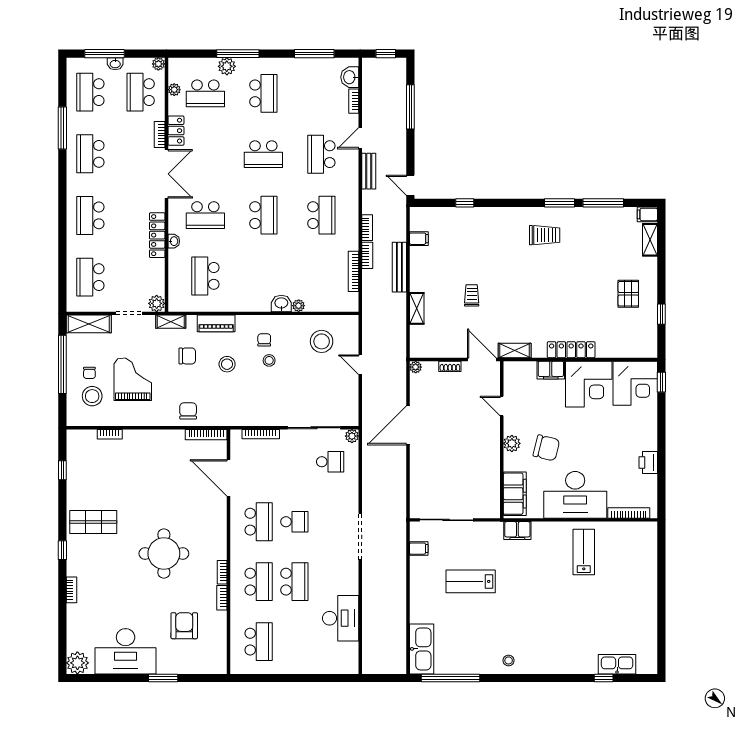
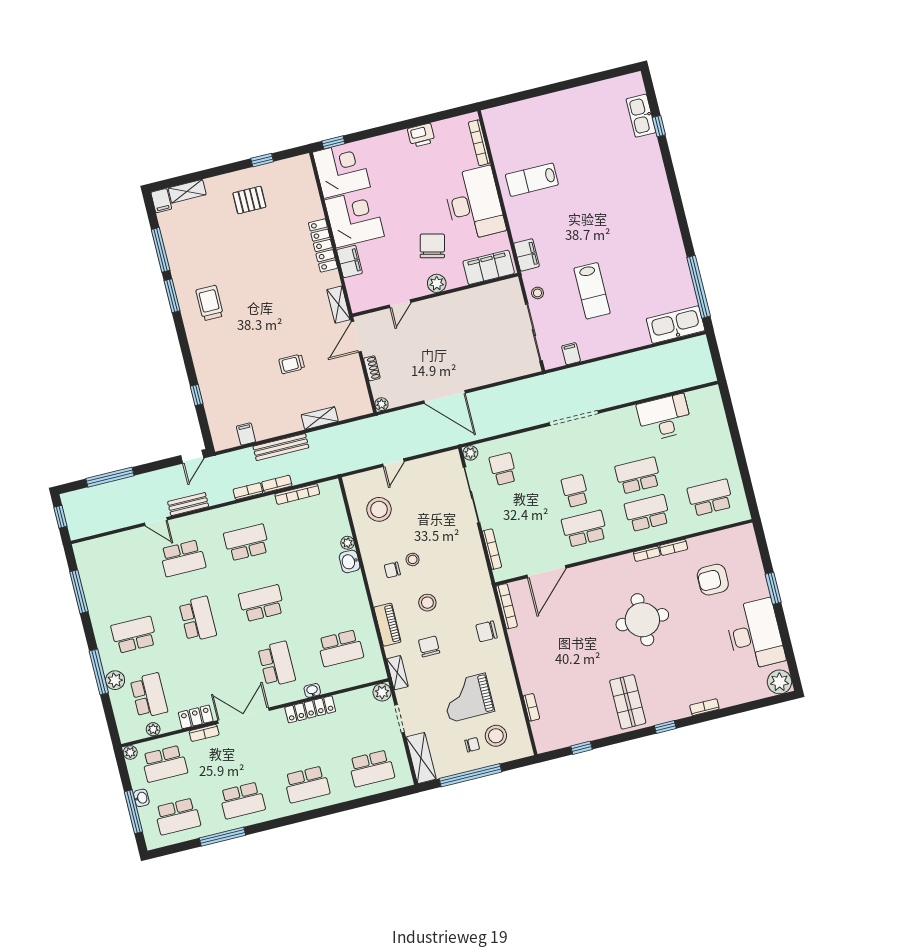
washbasin: (350, 77) -> (95, 548), removed
bookcase: (354, 101) -> (119, 538), removed
stool: (509, 660) -> (538, 293), moved

